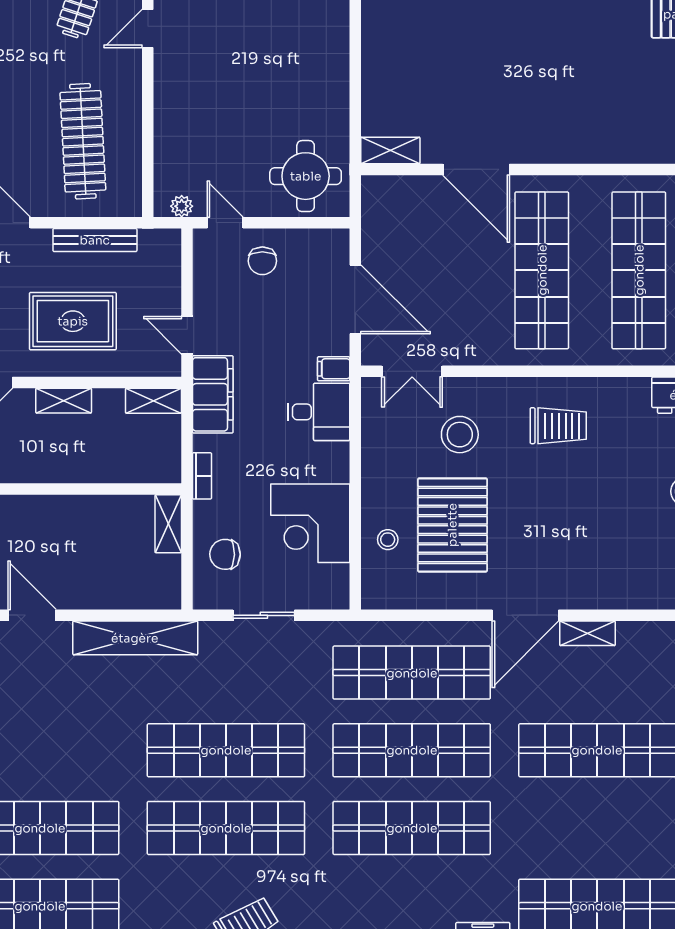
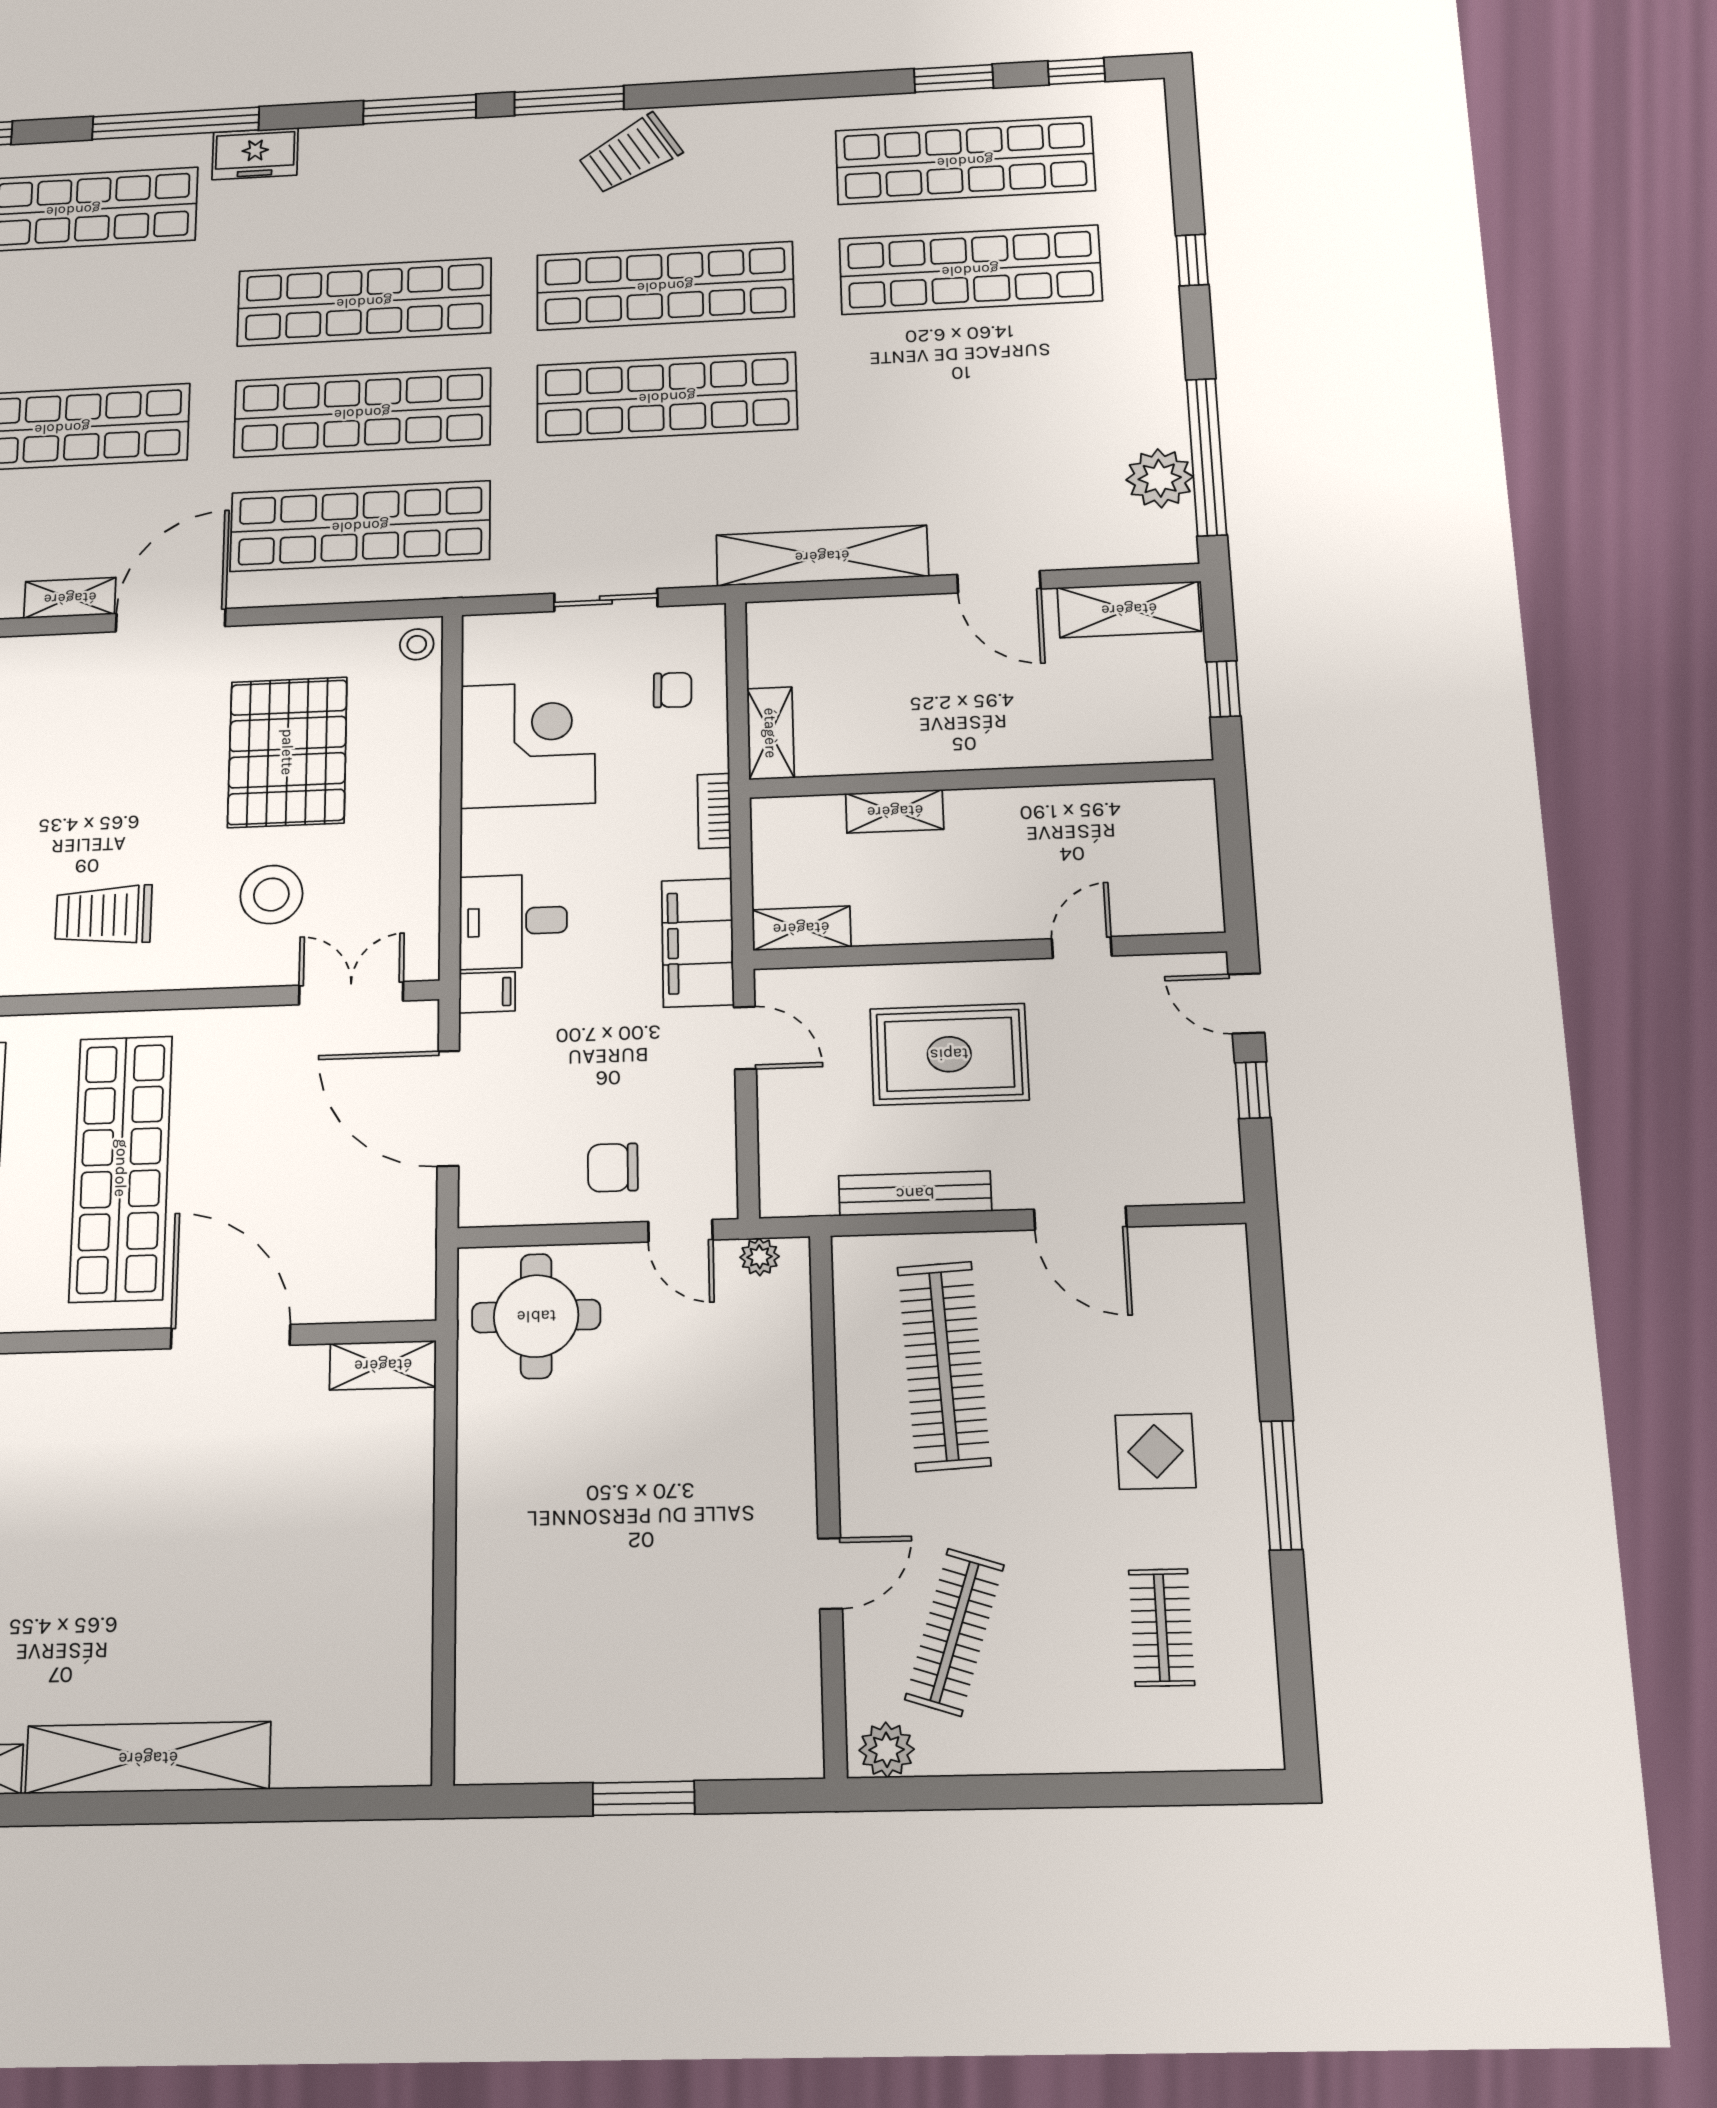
chair: (262, 261) -> (613, 1168), turned -90
shelving: (64, 401) -> (895, 811), moved
stool: (388, 540) -> (417, 644), moved
chair: (225, 554) -> (673, 690), width x0.73, depth x0.73

